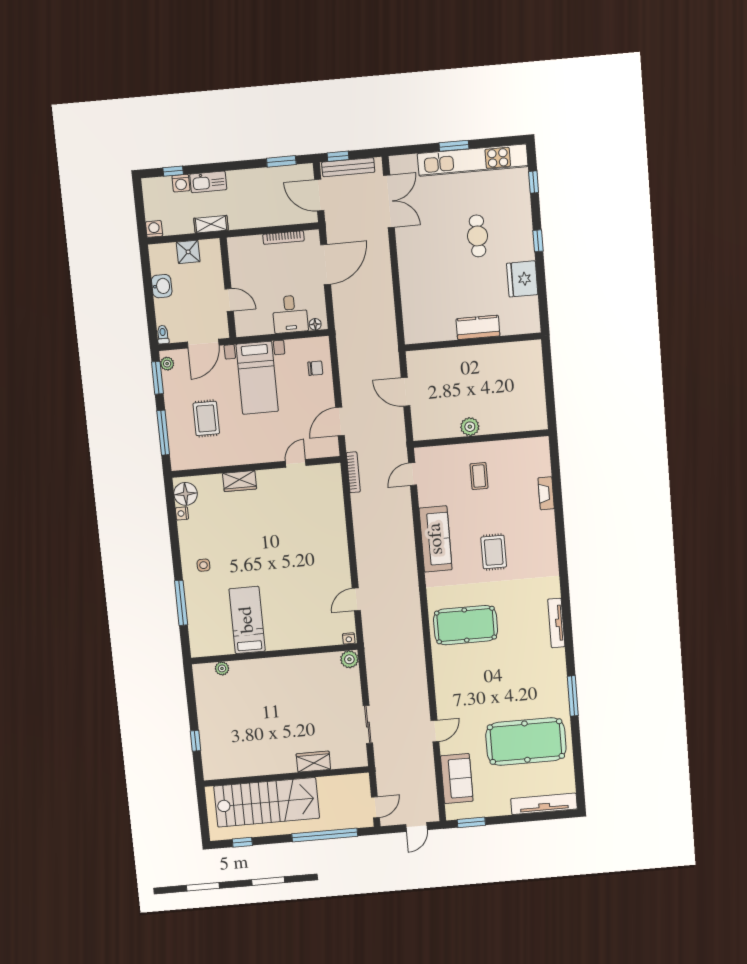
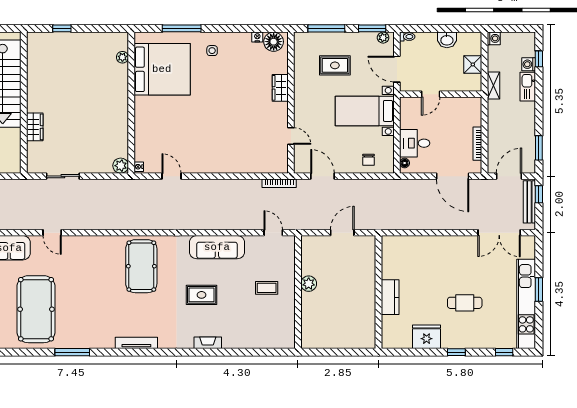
fireplace: (546, 493) -> (208, 343), moved
bed: (247, 620) -> (162, 69), width x2.04

